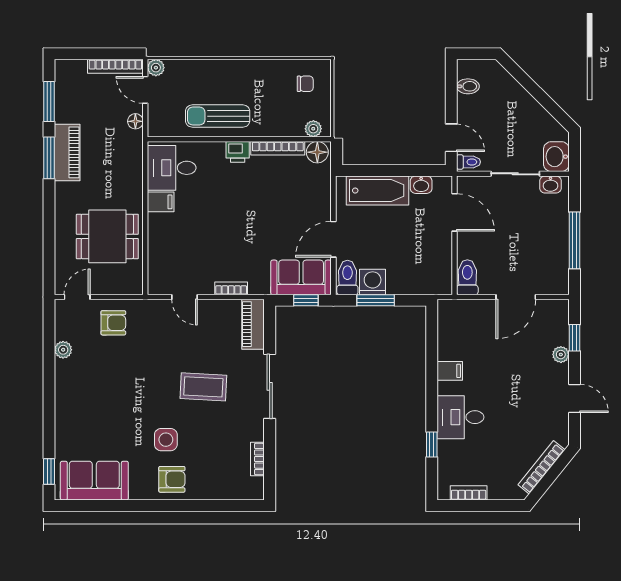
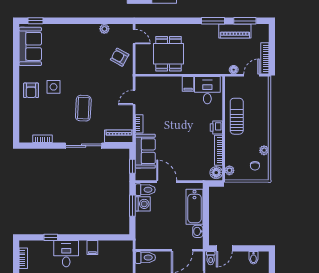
plant: (156, 68) -> (264, 150), moved
piano: (67, 152) -> (235, 31), moved
sofa: (301, 277) -> (145, 151), moved
armchair: (113, 323) -> (120, 57), turned 119

